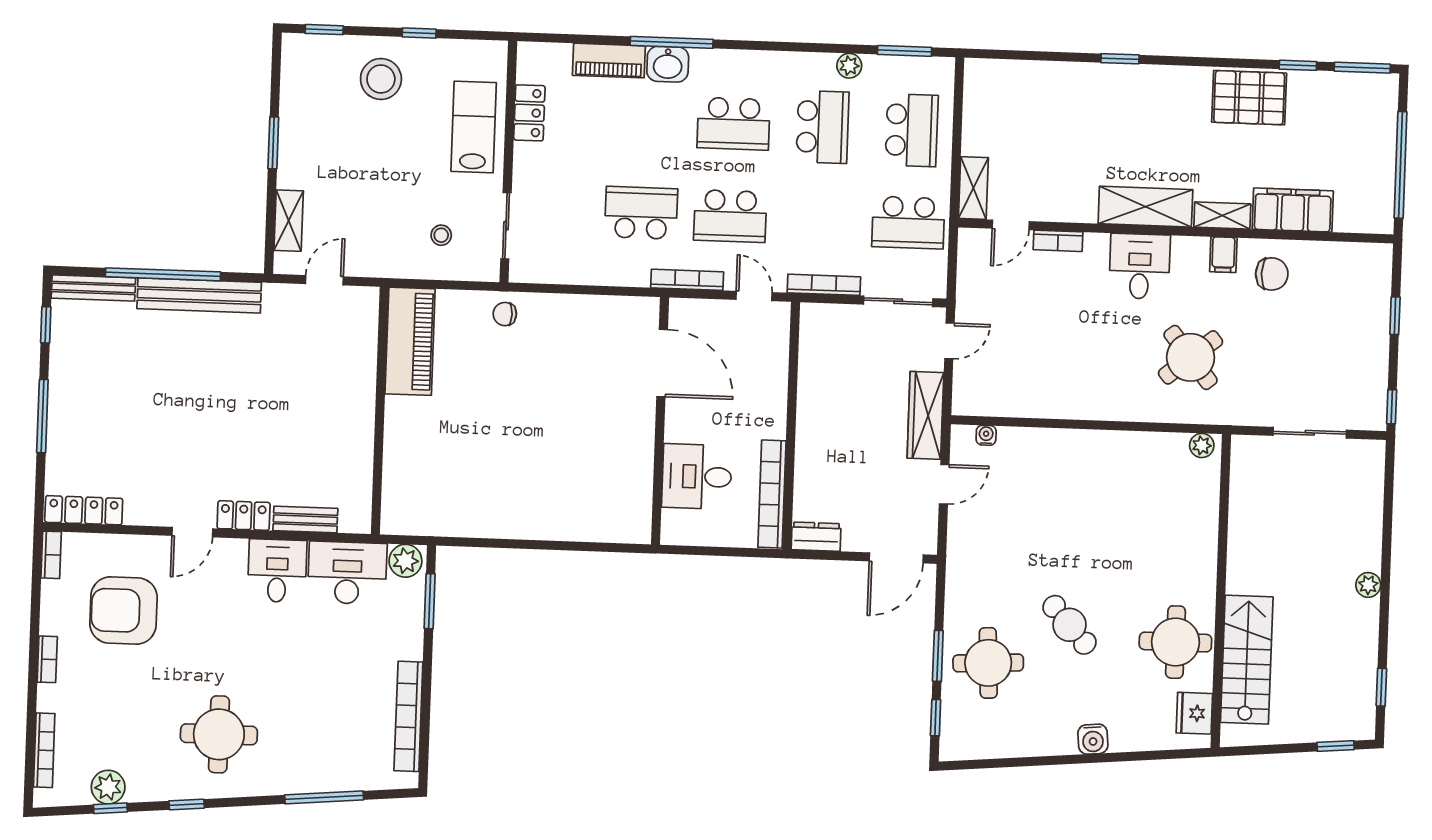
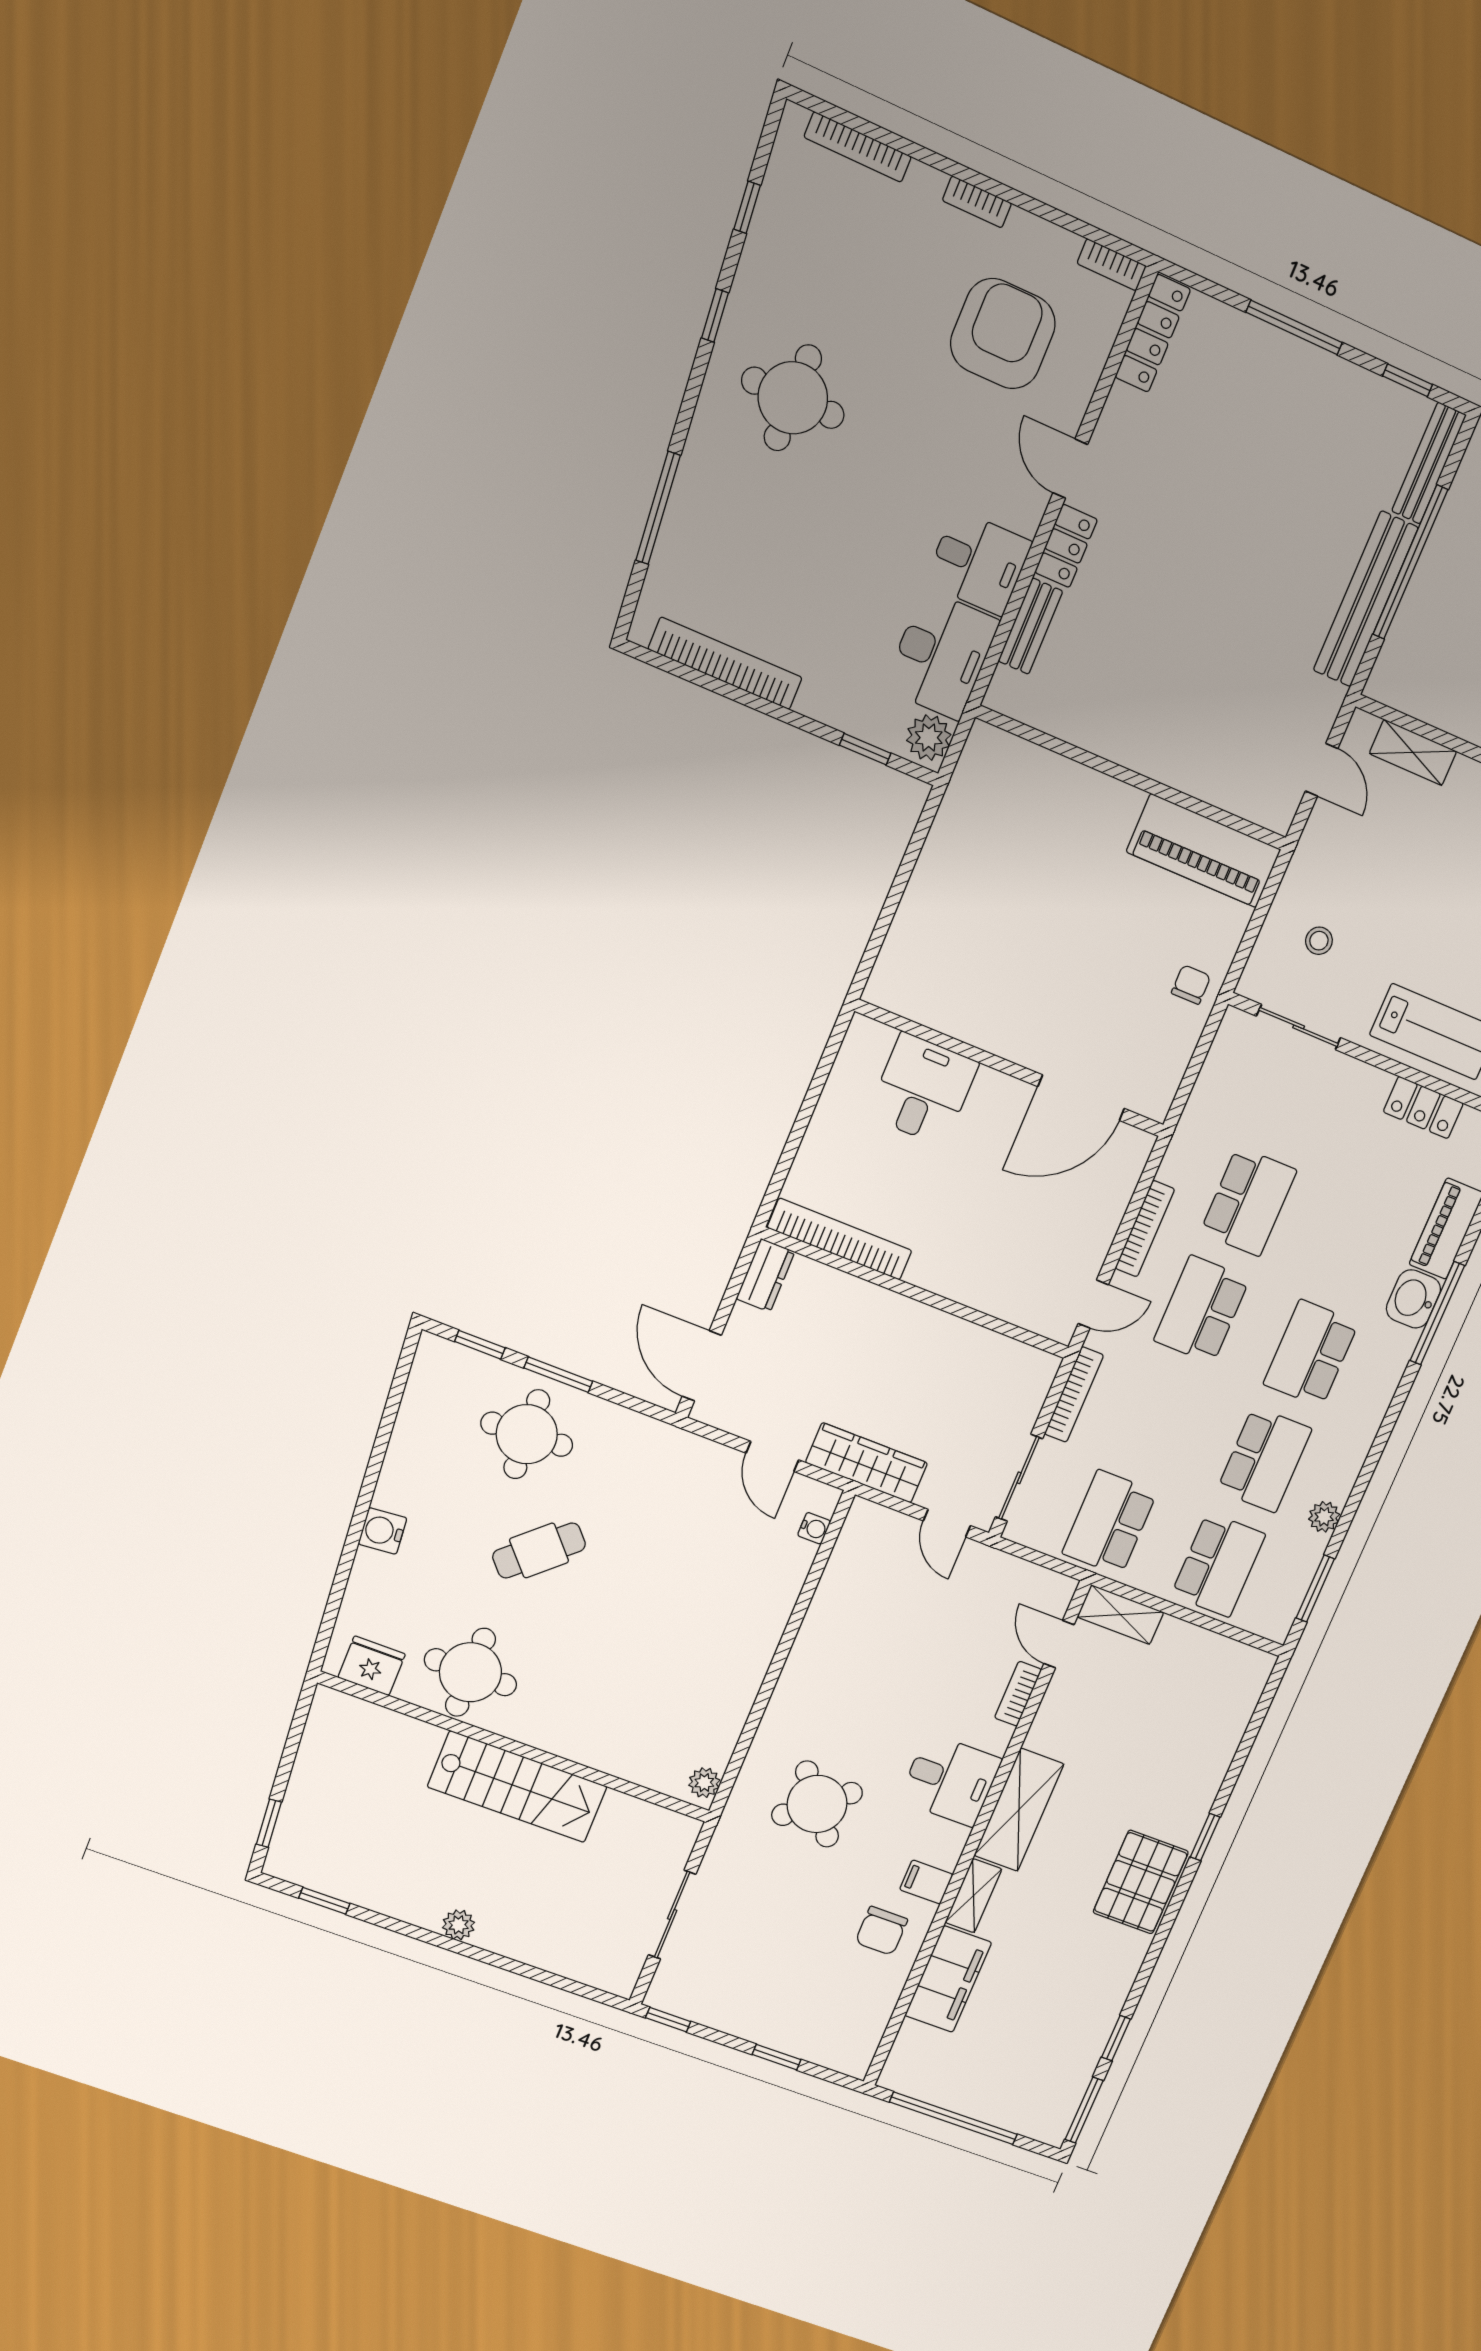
pallet: (1249, 98) -> (1141, 1882), moved
school desk: (823, 127) -> (1264, 1460), turned -90
school desk: (912, 130) -> (1218, 1565), turned -90
door: (662, 363) -> (1081, 1098), moved
wall: (660, 421) -> (1010, 1068), moved
desk: (697, 477) -> (923, 1089), moved
window: (430, 601) -> (865, 749), width x0.67
stairs: (1247, 660) -> (517, 1787), moved
plant: (108, 787) -> (777, 216), removed

